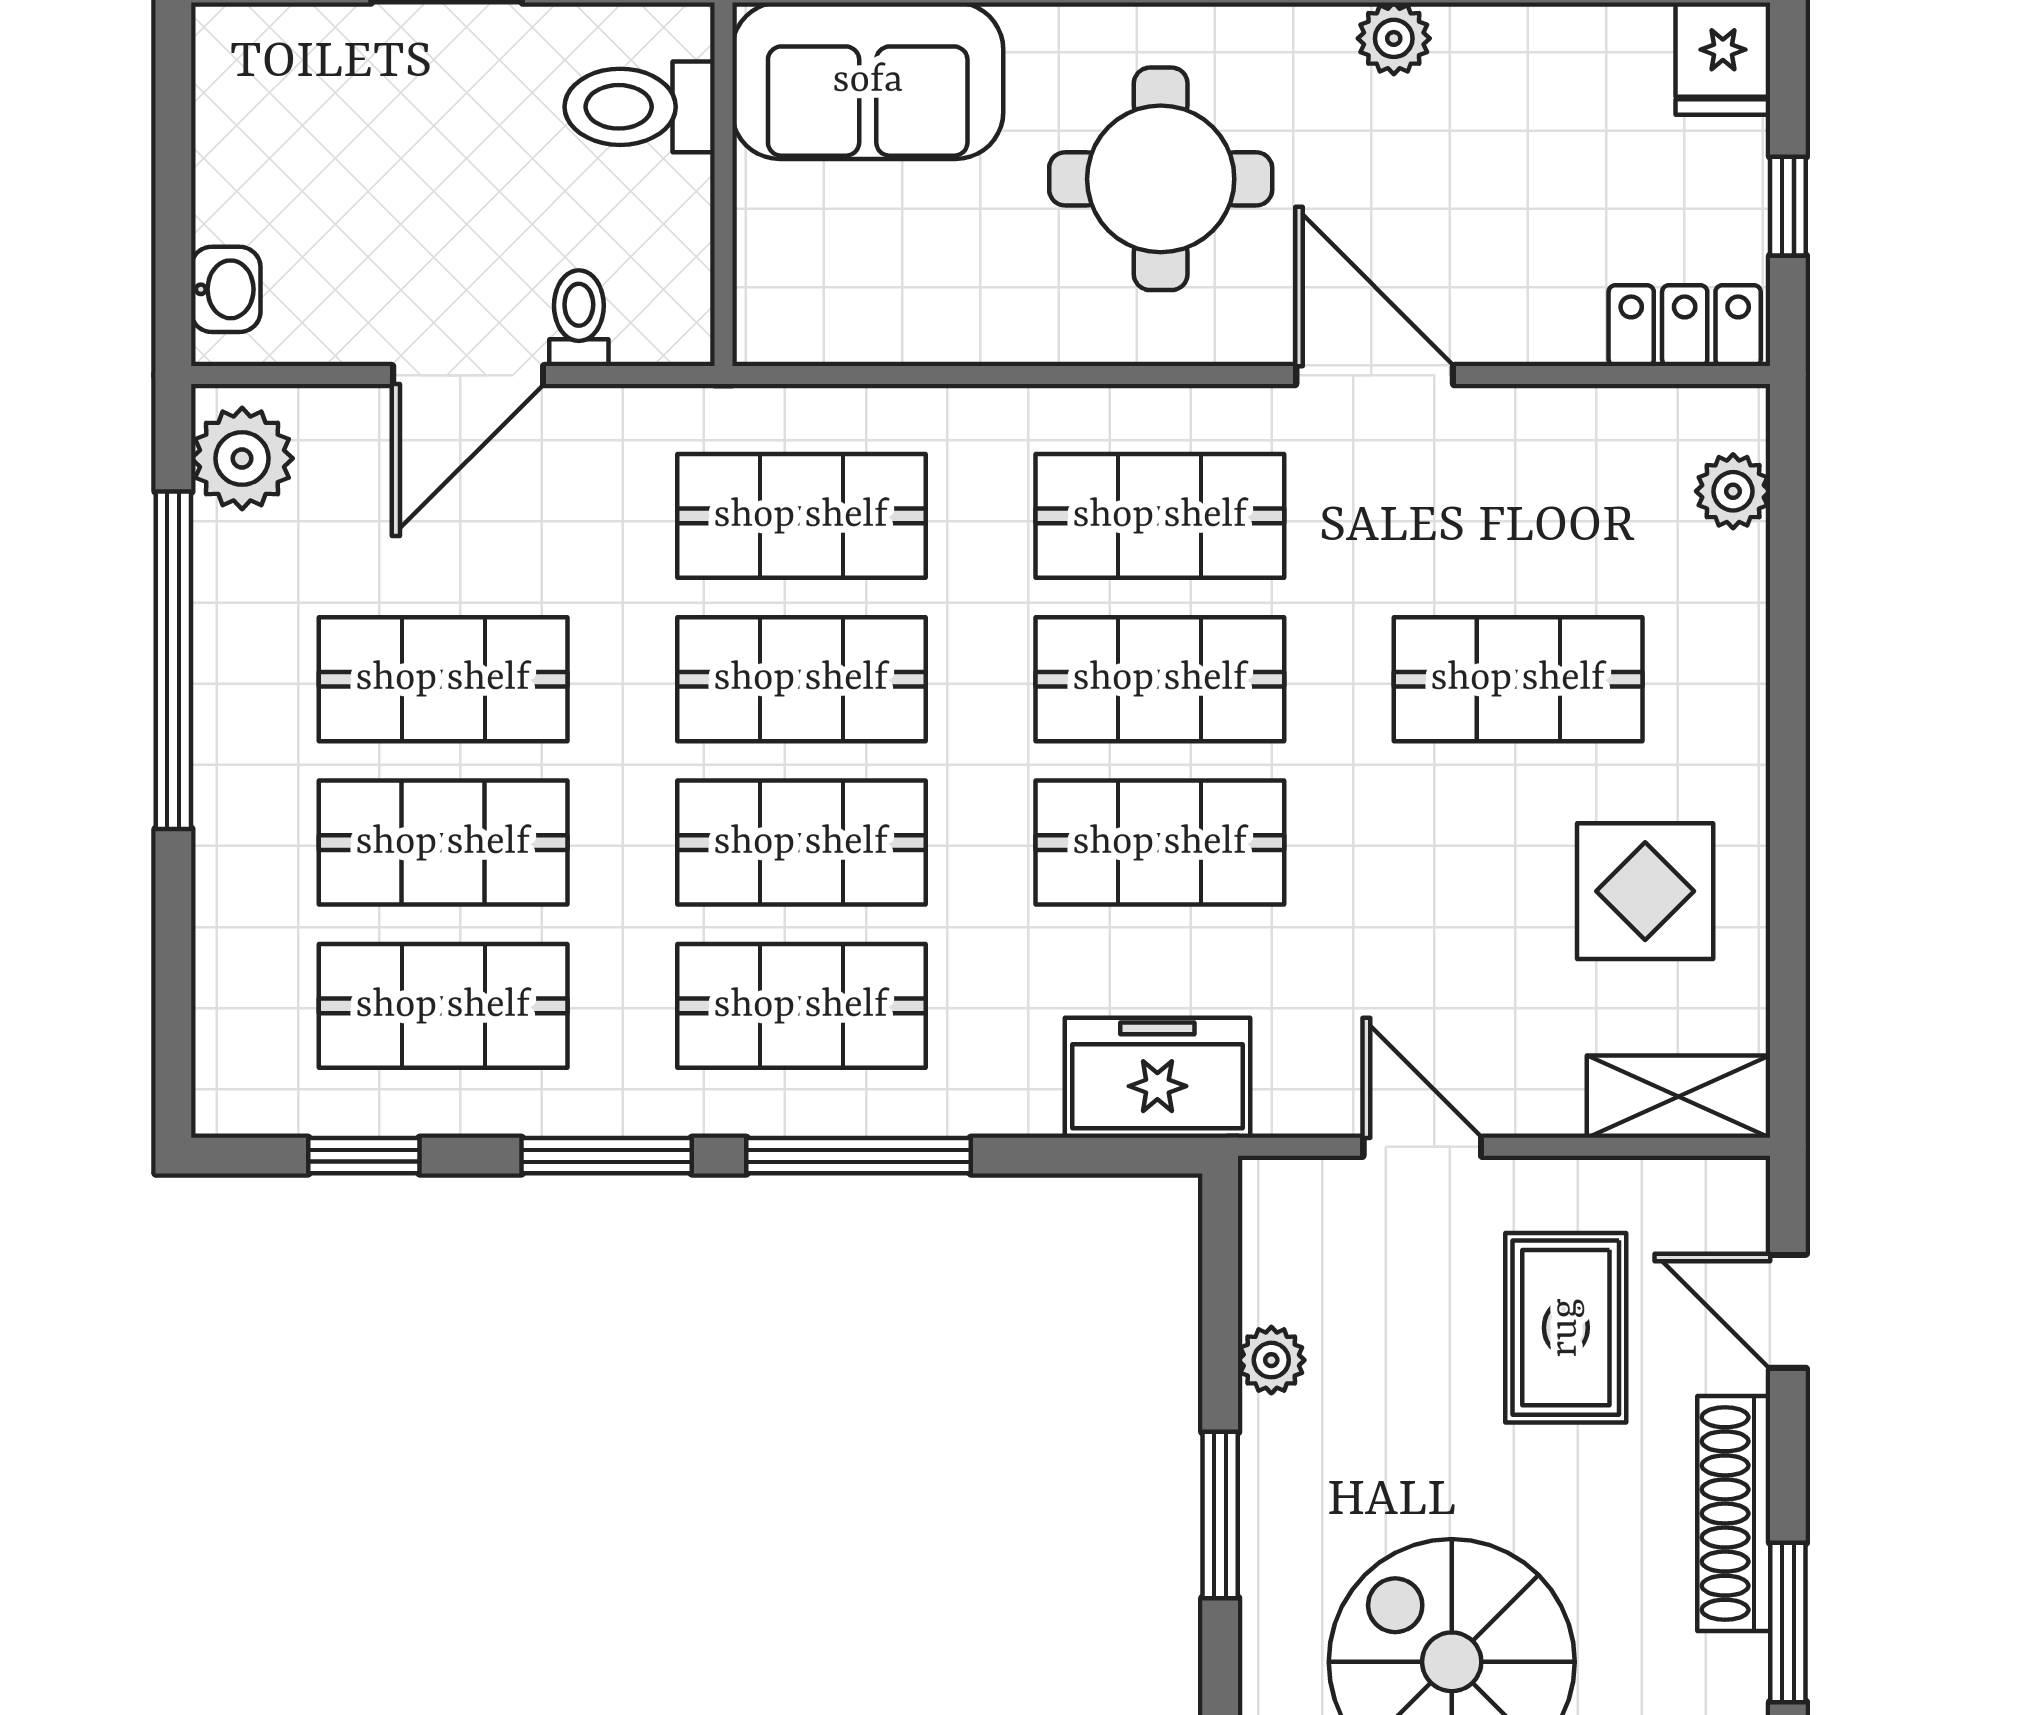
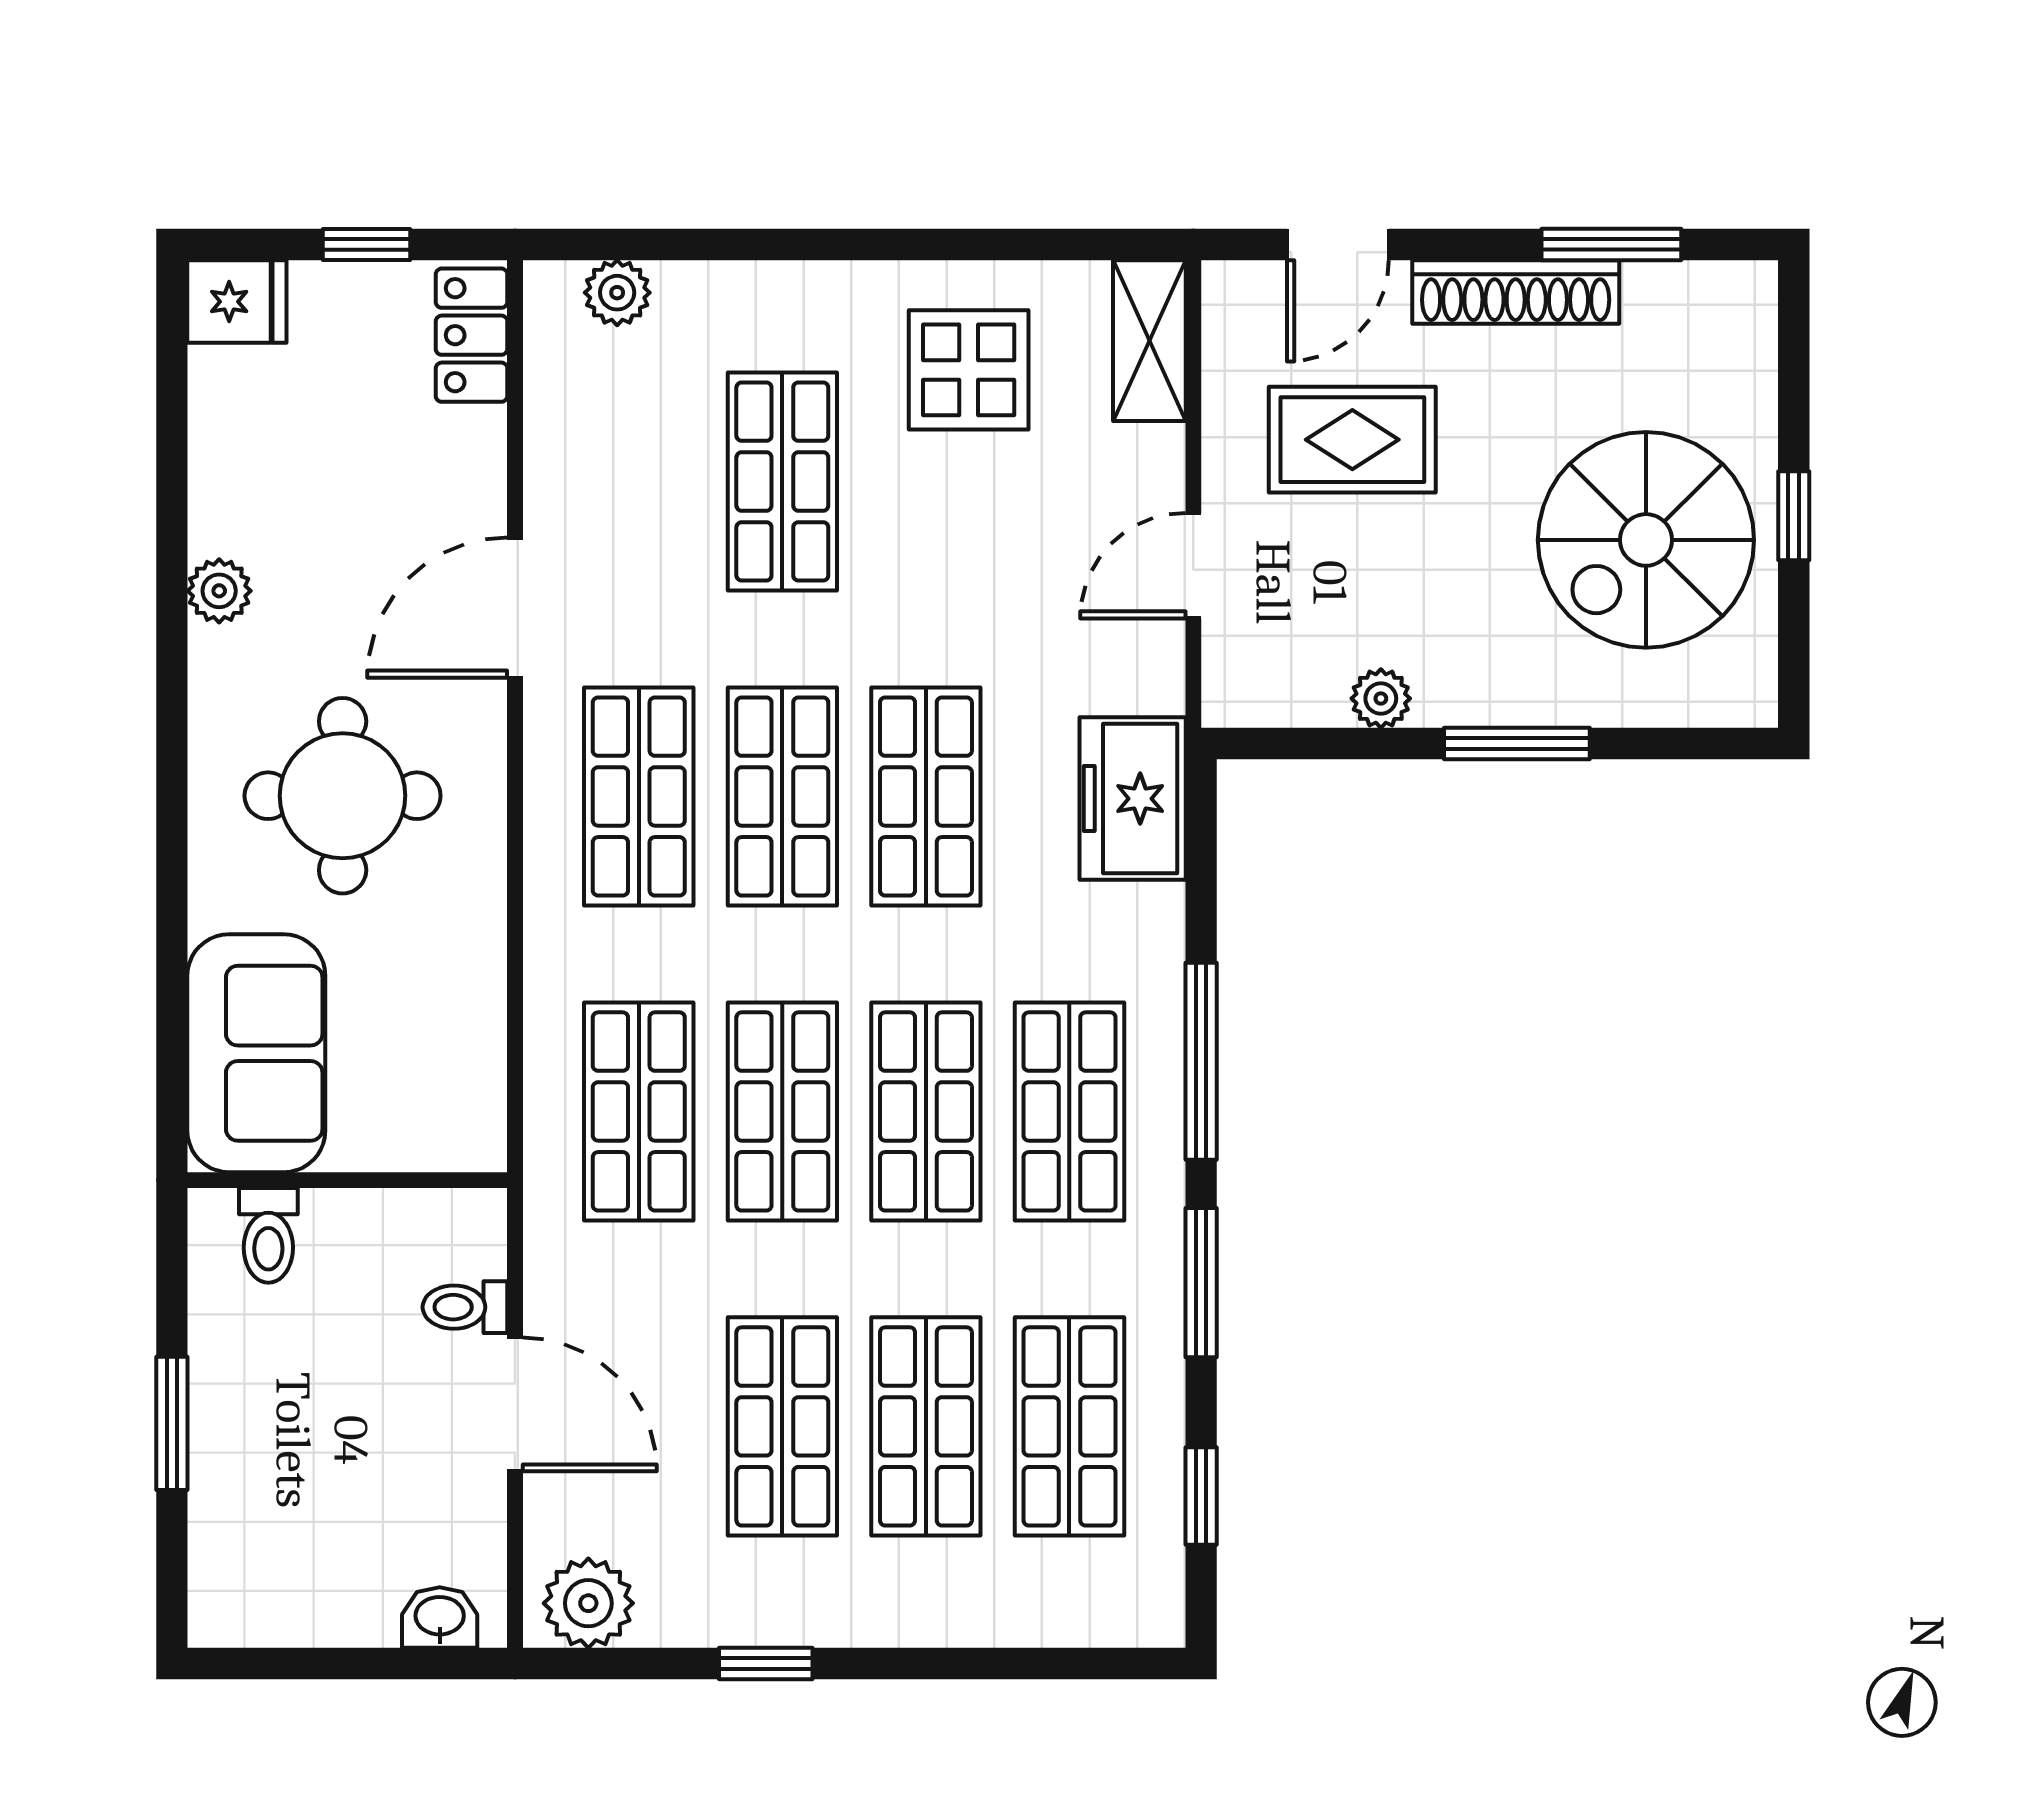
toilet: (640, 107) -> (268, 1235), width x0.73, depth x0.72
window: (173, 660) -> (766, 1663), width x0.32

